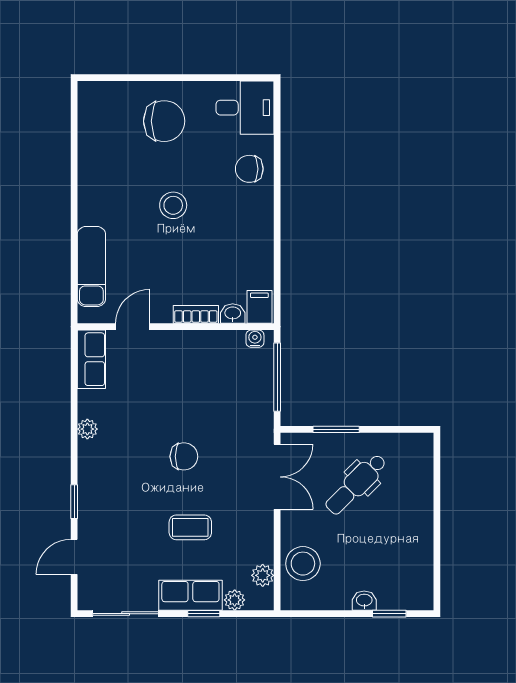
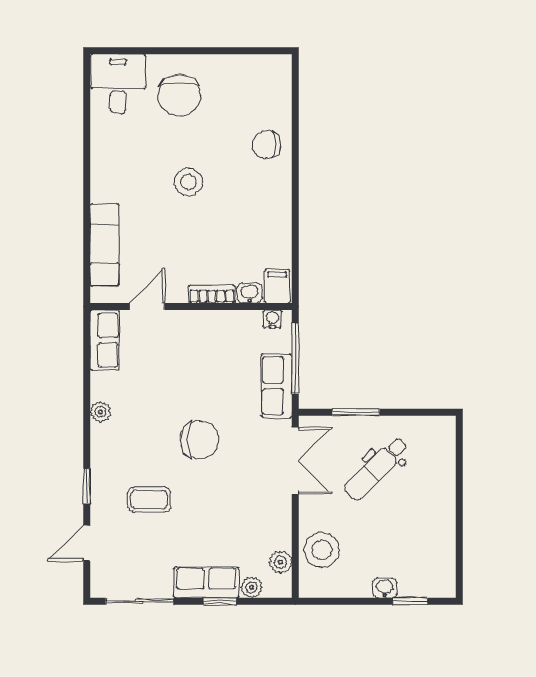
desk: (245, 108) -> (118, 84), moved, turned -90
chair: (164, 121) -> (179, 95), turned 90
row of seats: (259, 404) -> (277, 386), added
chair: (184, 456) -> (199, 440), width x1.37, depth x1.37
coffee table: (190, 527) -> (149, 499), moved

